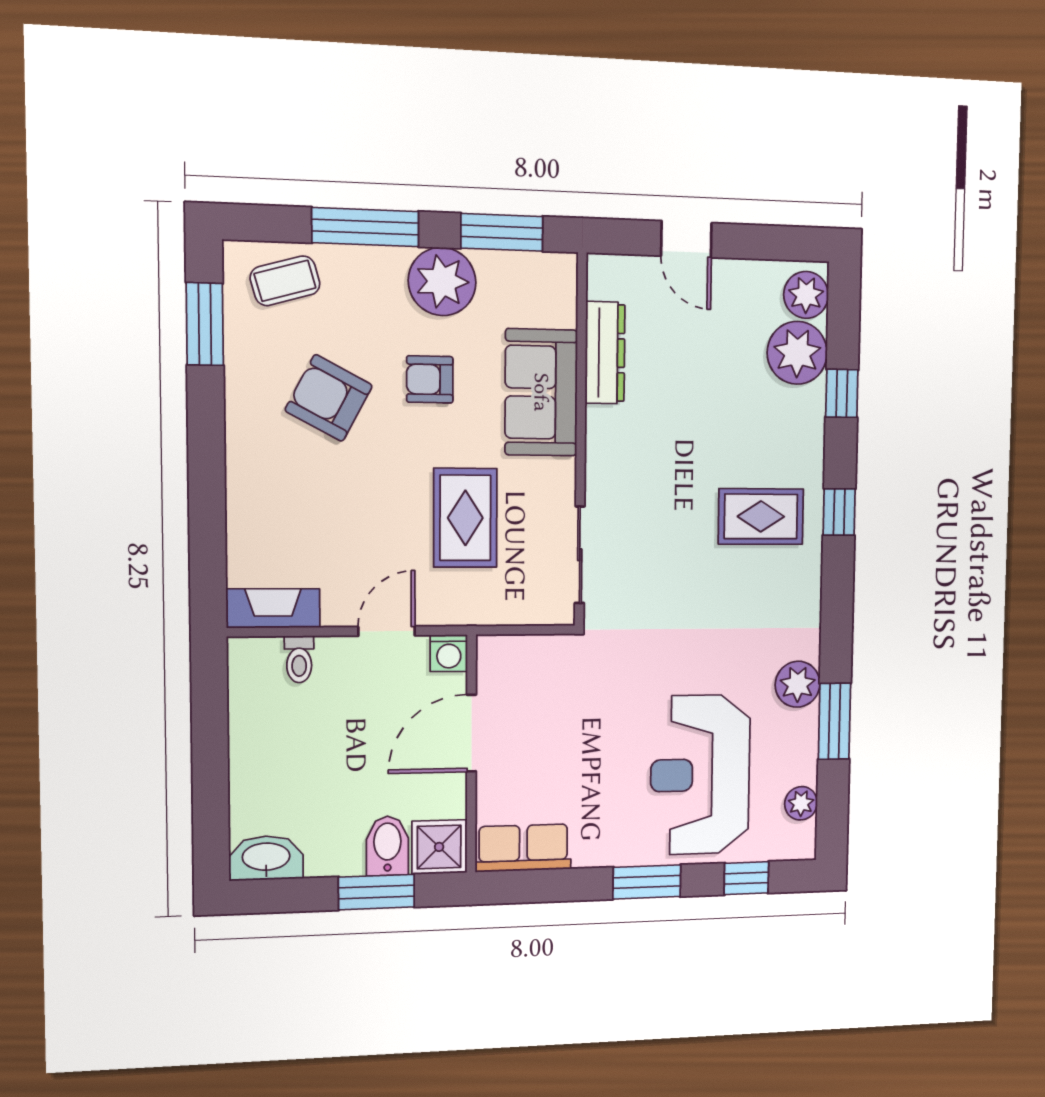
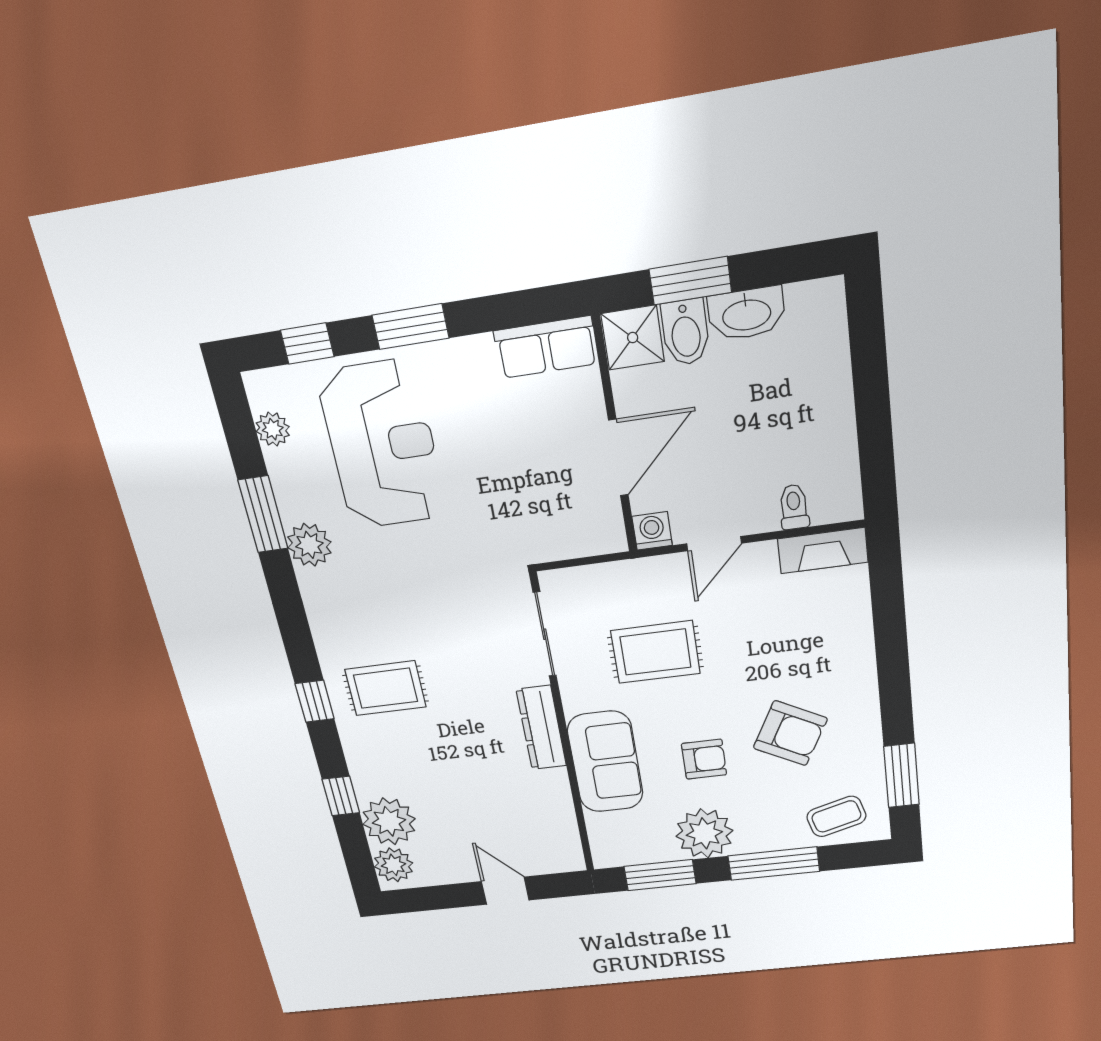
dresser: (605, 353) -> (541, 728), moved
rug: (465, 518) -> (655, 652), turned 90
washbasin: (266, 858) -> (746, 314), moved

